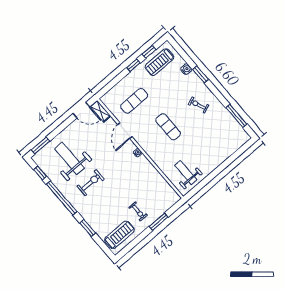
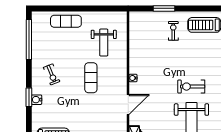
water cooler: (186, 69) -> (37, 100), moved
exercise mat: (134, 101) -> (66, 21), moved
window: (236, 116) -> (29, 39), width x1.46
weight bench: (186, 173) -> (104, 42), moved

